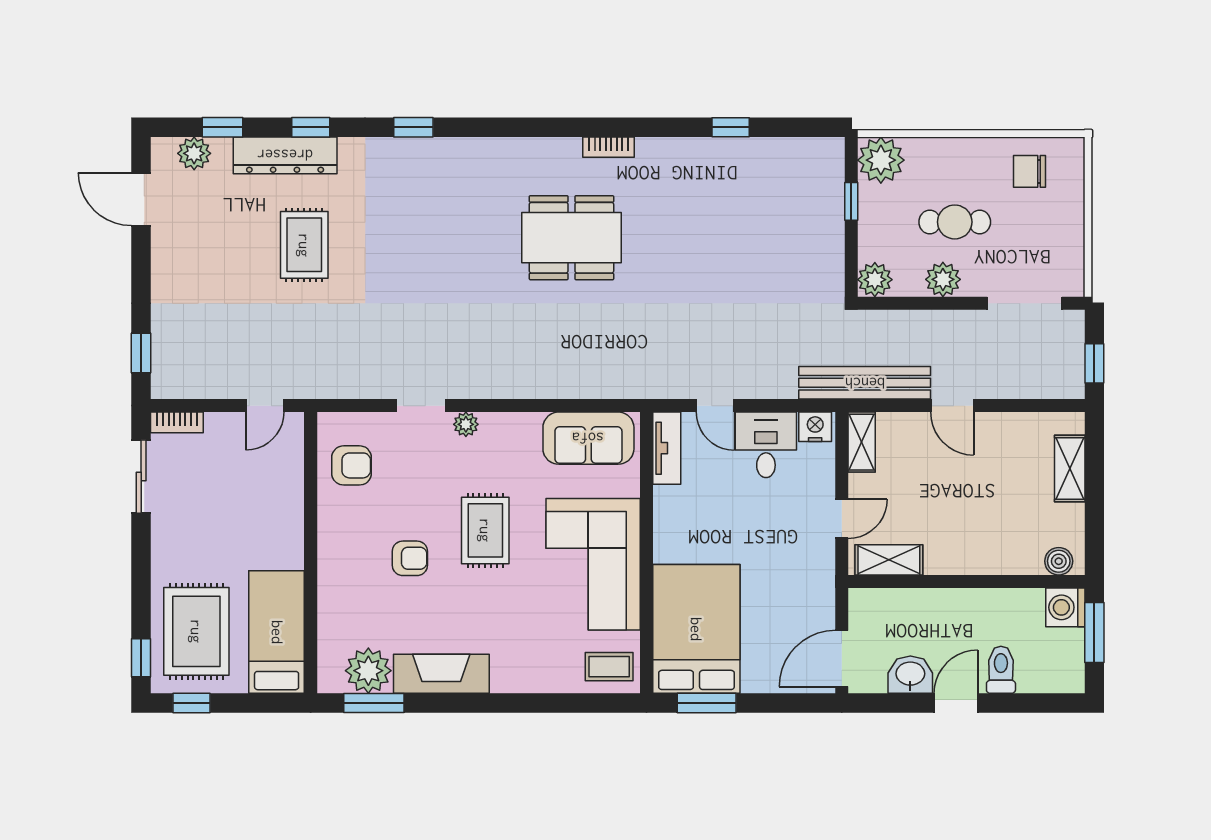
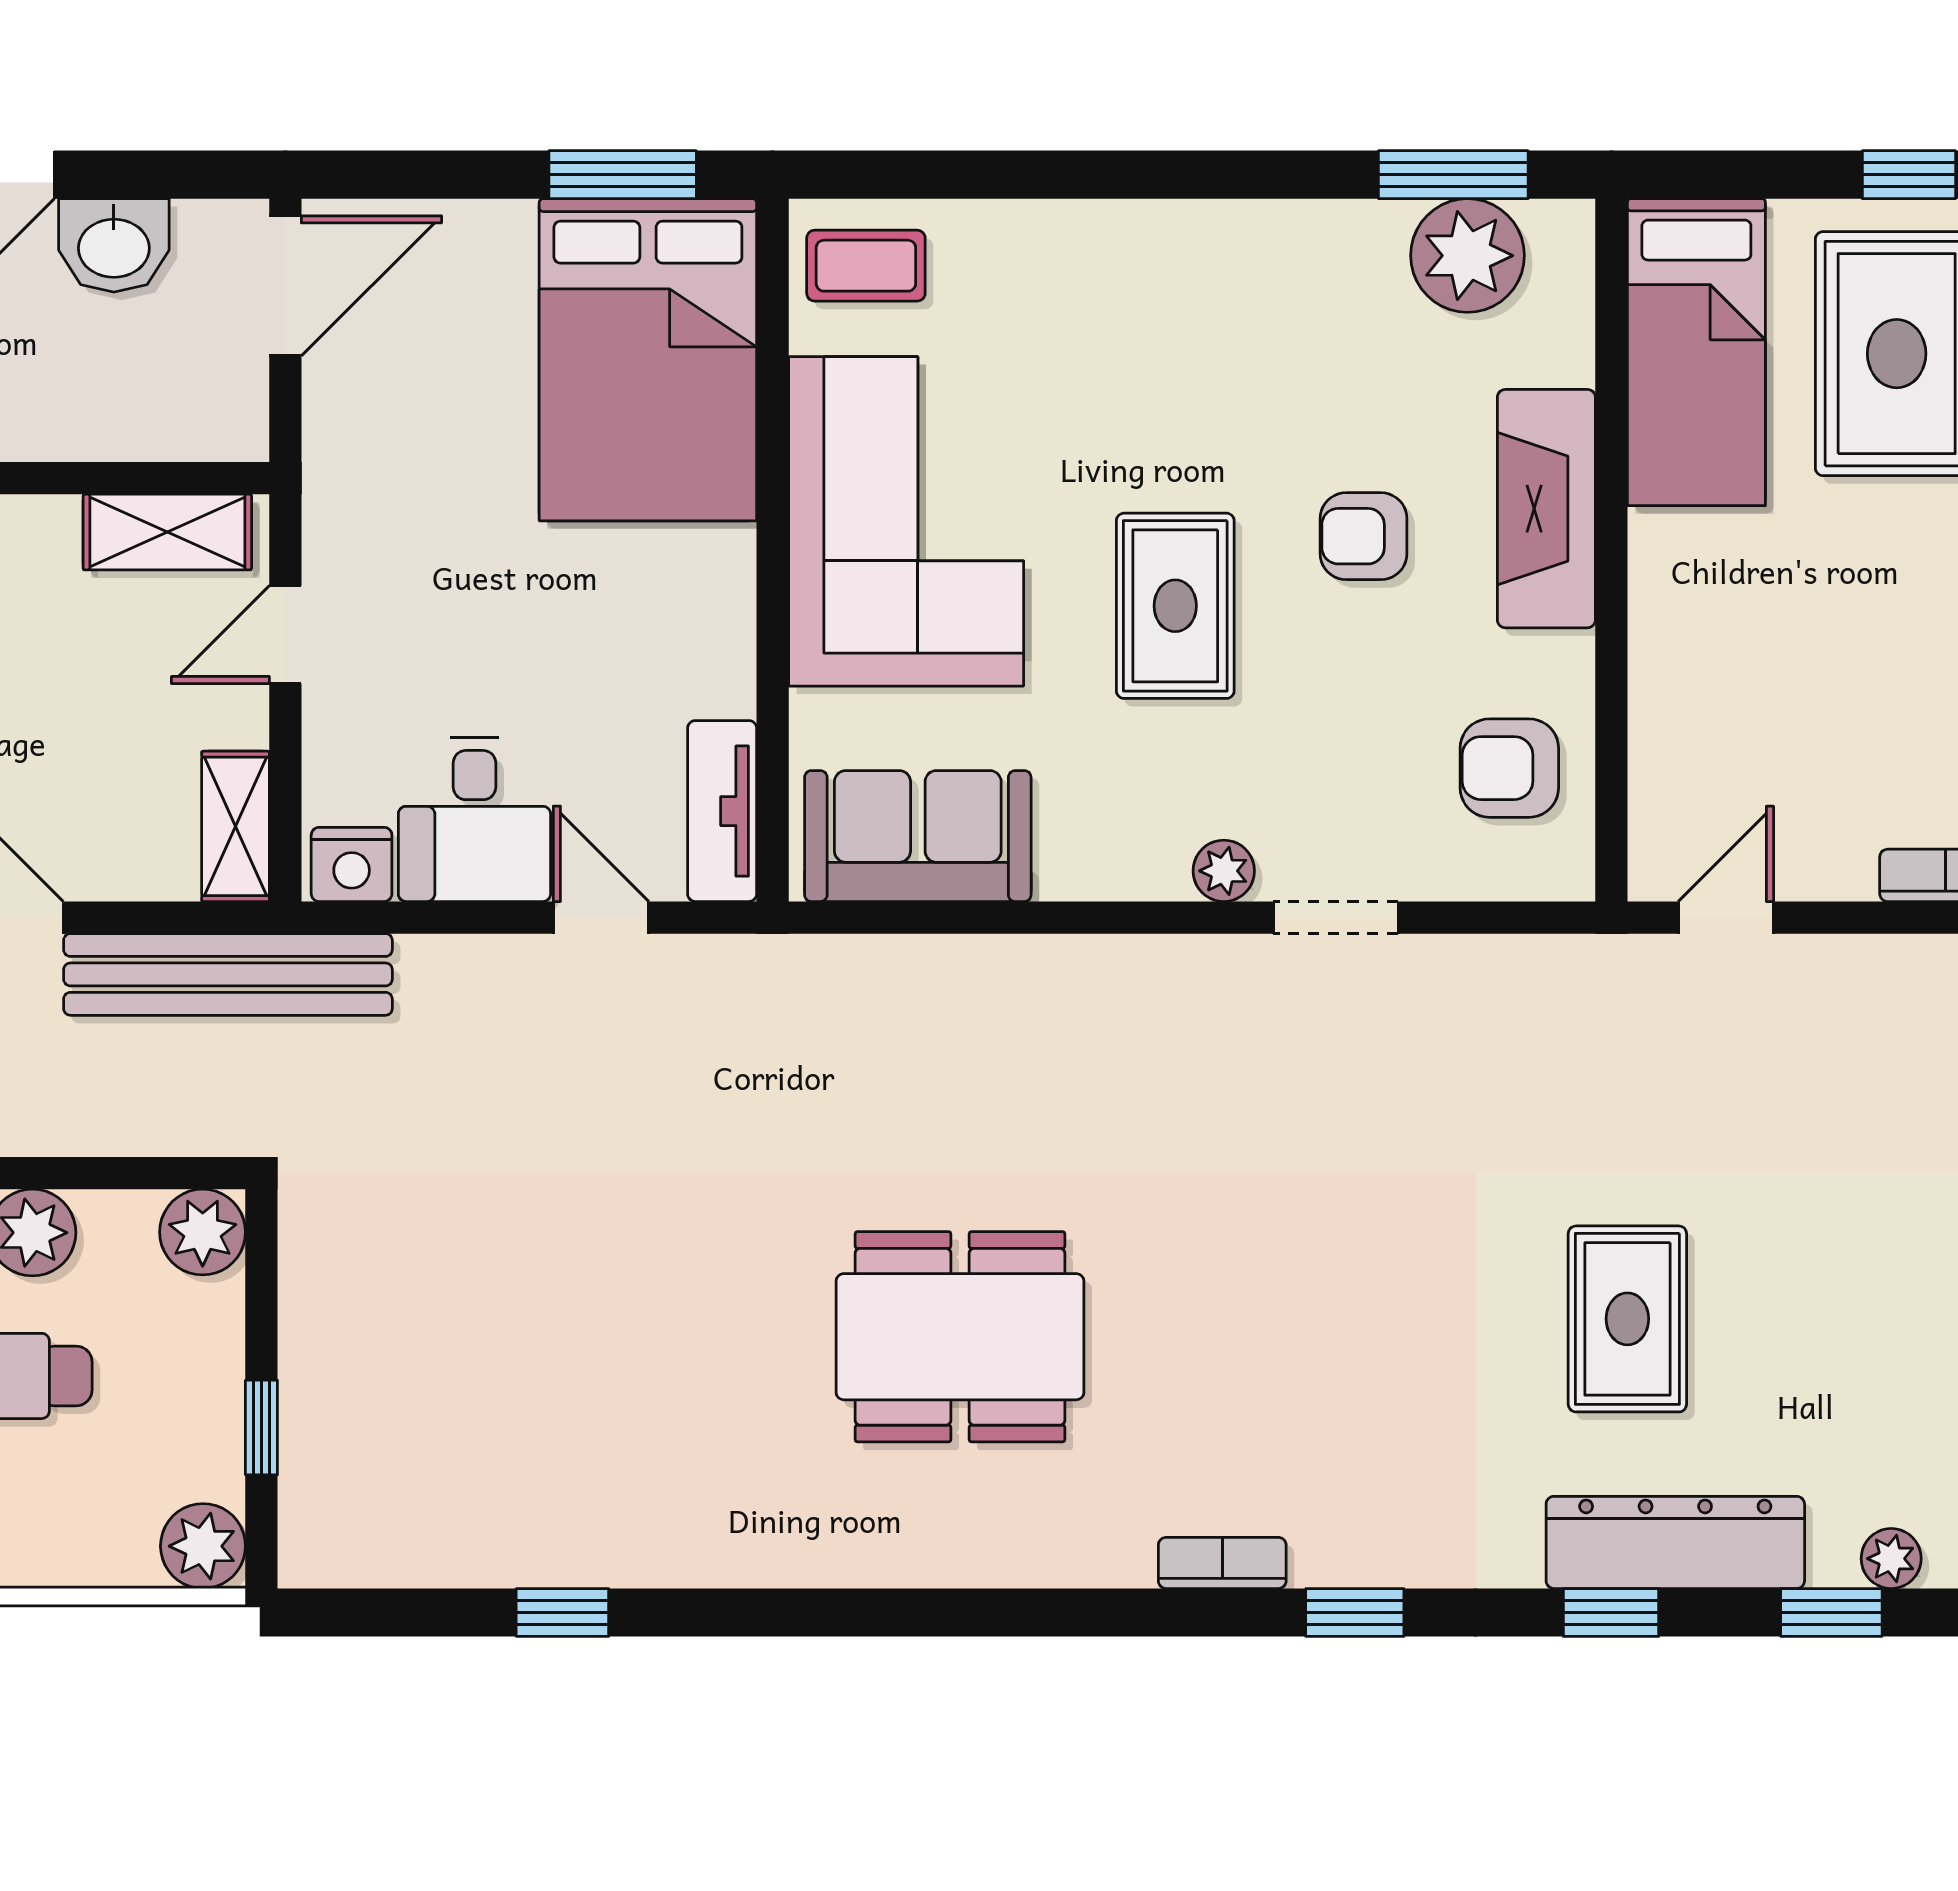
bookcase: (608, 147) -> (1222, 1563), moved
plant: (194, 153) -> (1891, 1559), width x0.73, depth x0.73
plant: (881, 160) -> (203, 1546), width x0.73, depth x0.73
fireplace: (441, 674) -> (1546, 509), moved, turned 90

